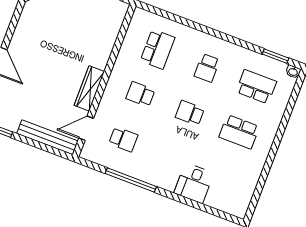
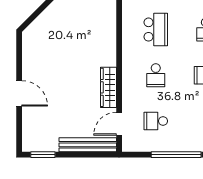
school desk: (140, 94) -> (156, 75), turned -90
school desk: (123, 139) -> (156, 121), turned 180

